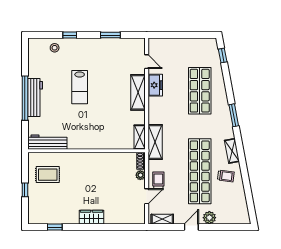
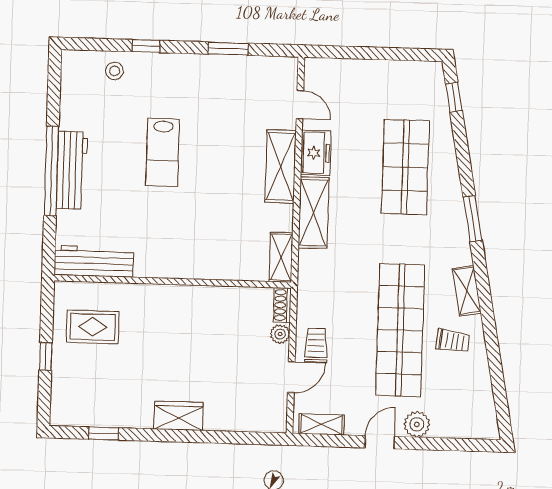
shelving: (155, 142) -> (314, 213), moved

